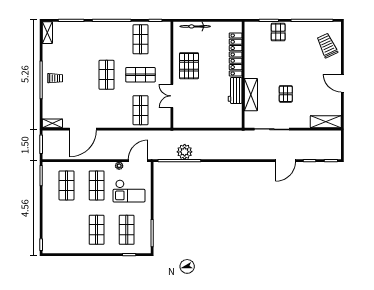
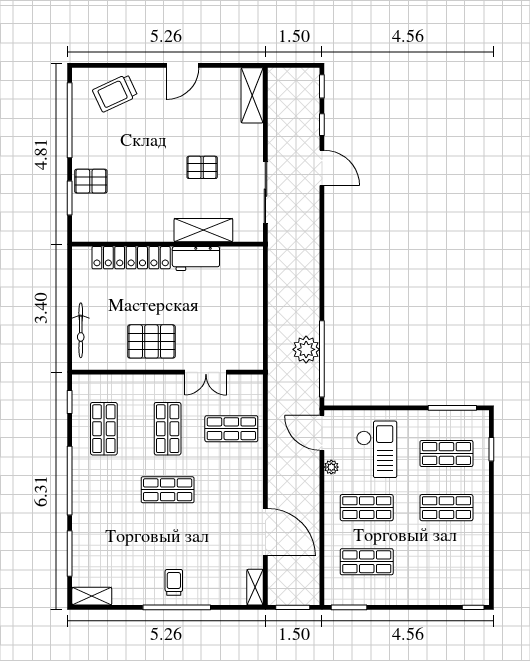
shop shelf: (140, 39) -> (104, 429), turned 90

